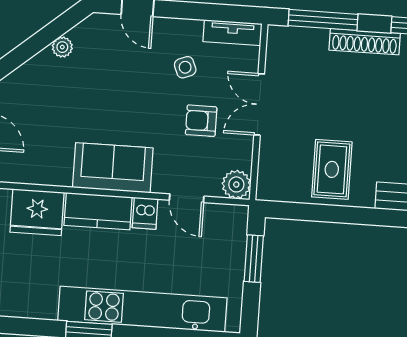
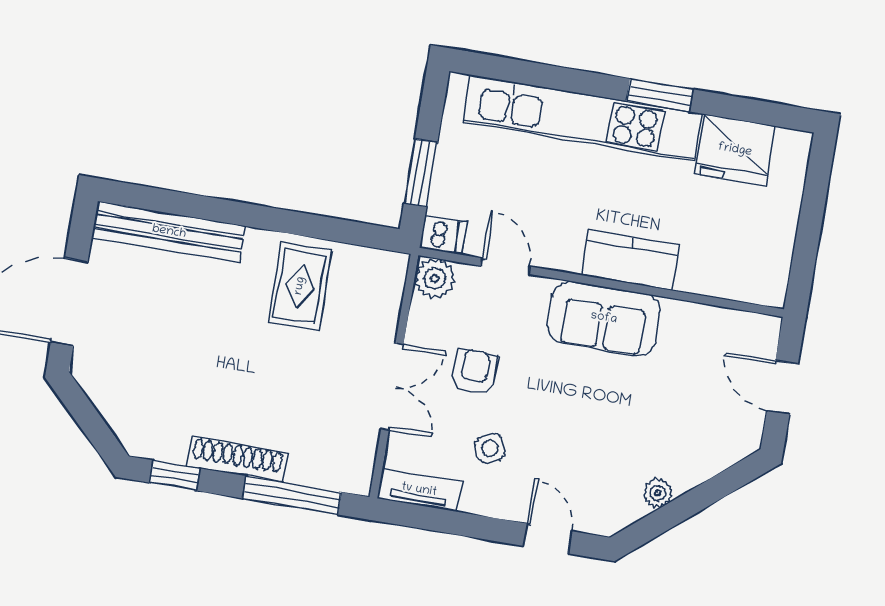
armchair: (201, 121) -> (475, 372), turned -90
fridge: (37, 212) -> (735, 150), moved, turned 180
dishwasher: (145, 213) -> (443, 235), moved, turned 90

